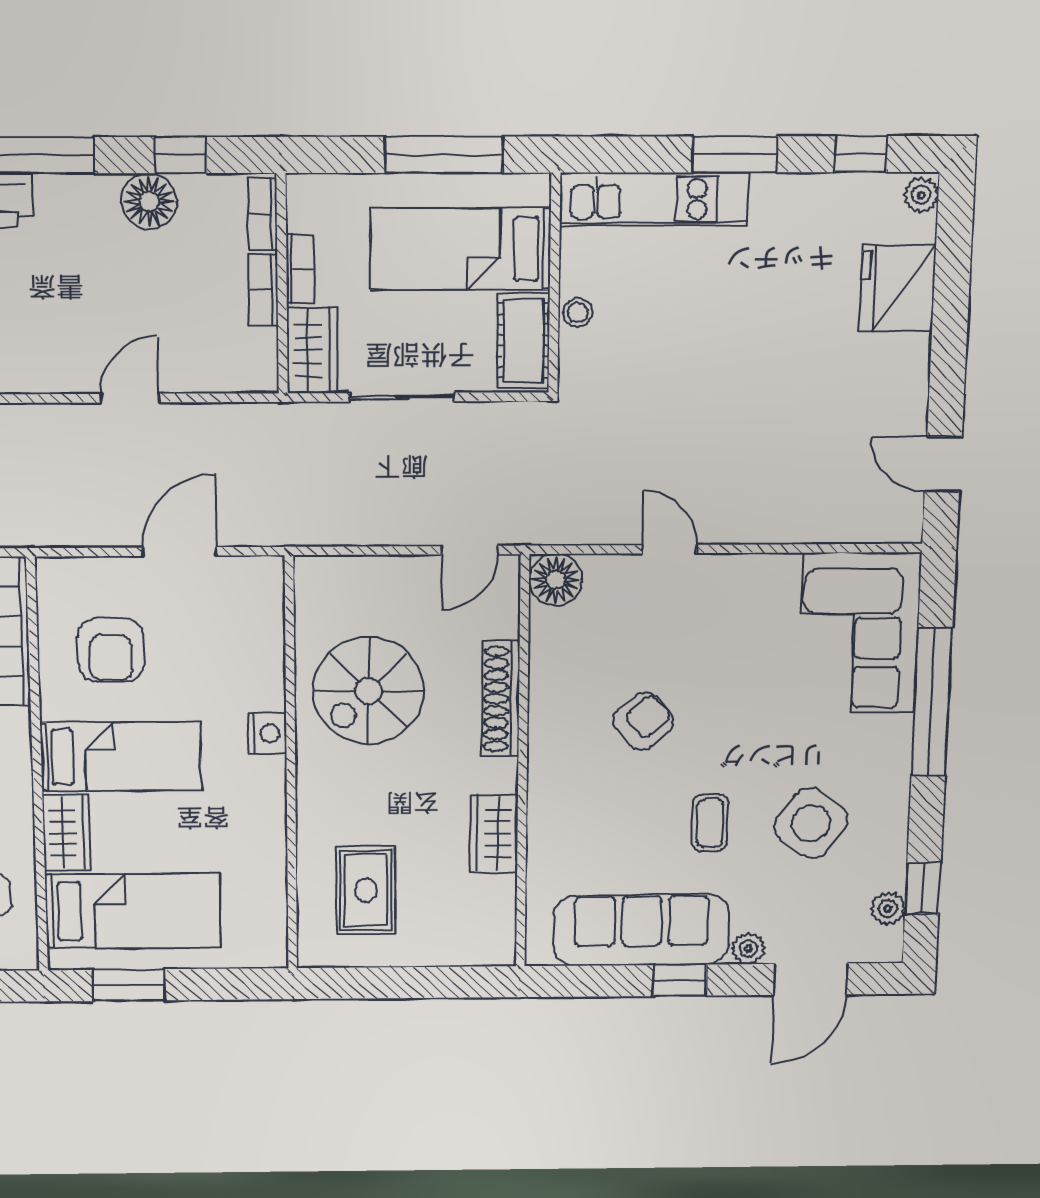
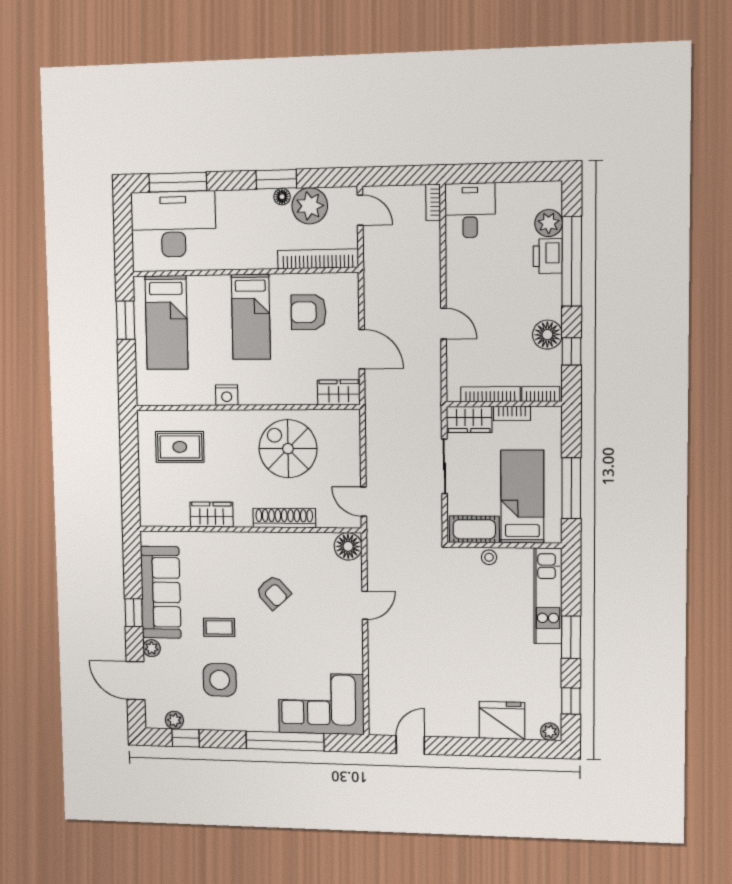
bookcase: (263, 290) -> (490, 394), width x1.56
nightstand: (267, 733) -> (227, 395), moved
side table: (811, 823) -> (220, 680), turned -36
wardrobe: (67, 832) -> (339, 392), moved, turned 180

